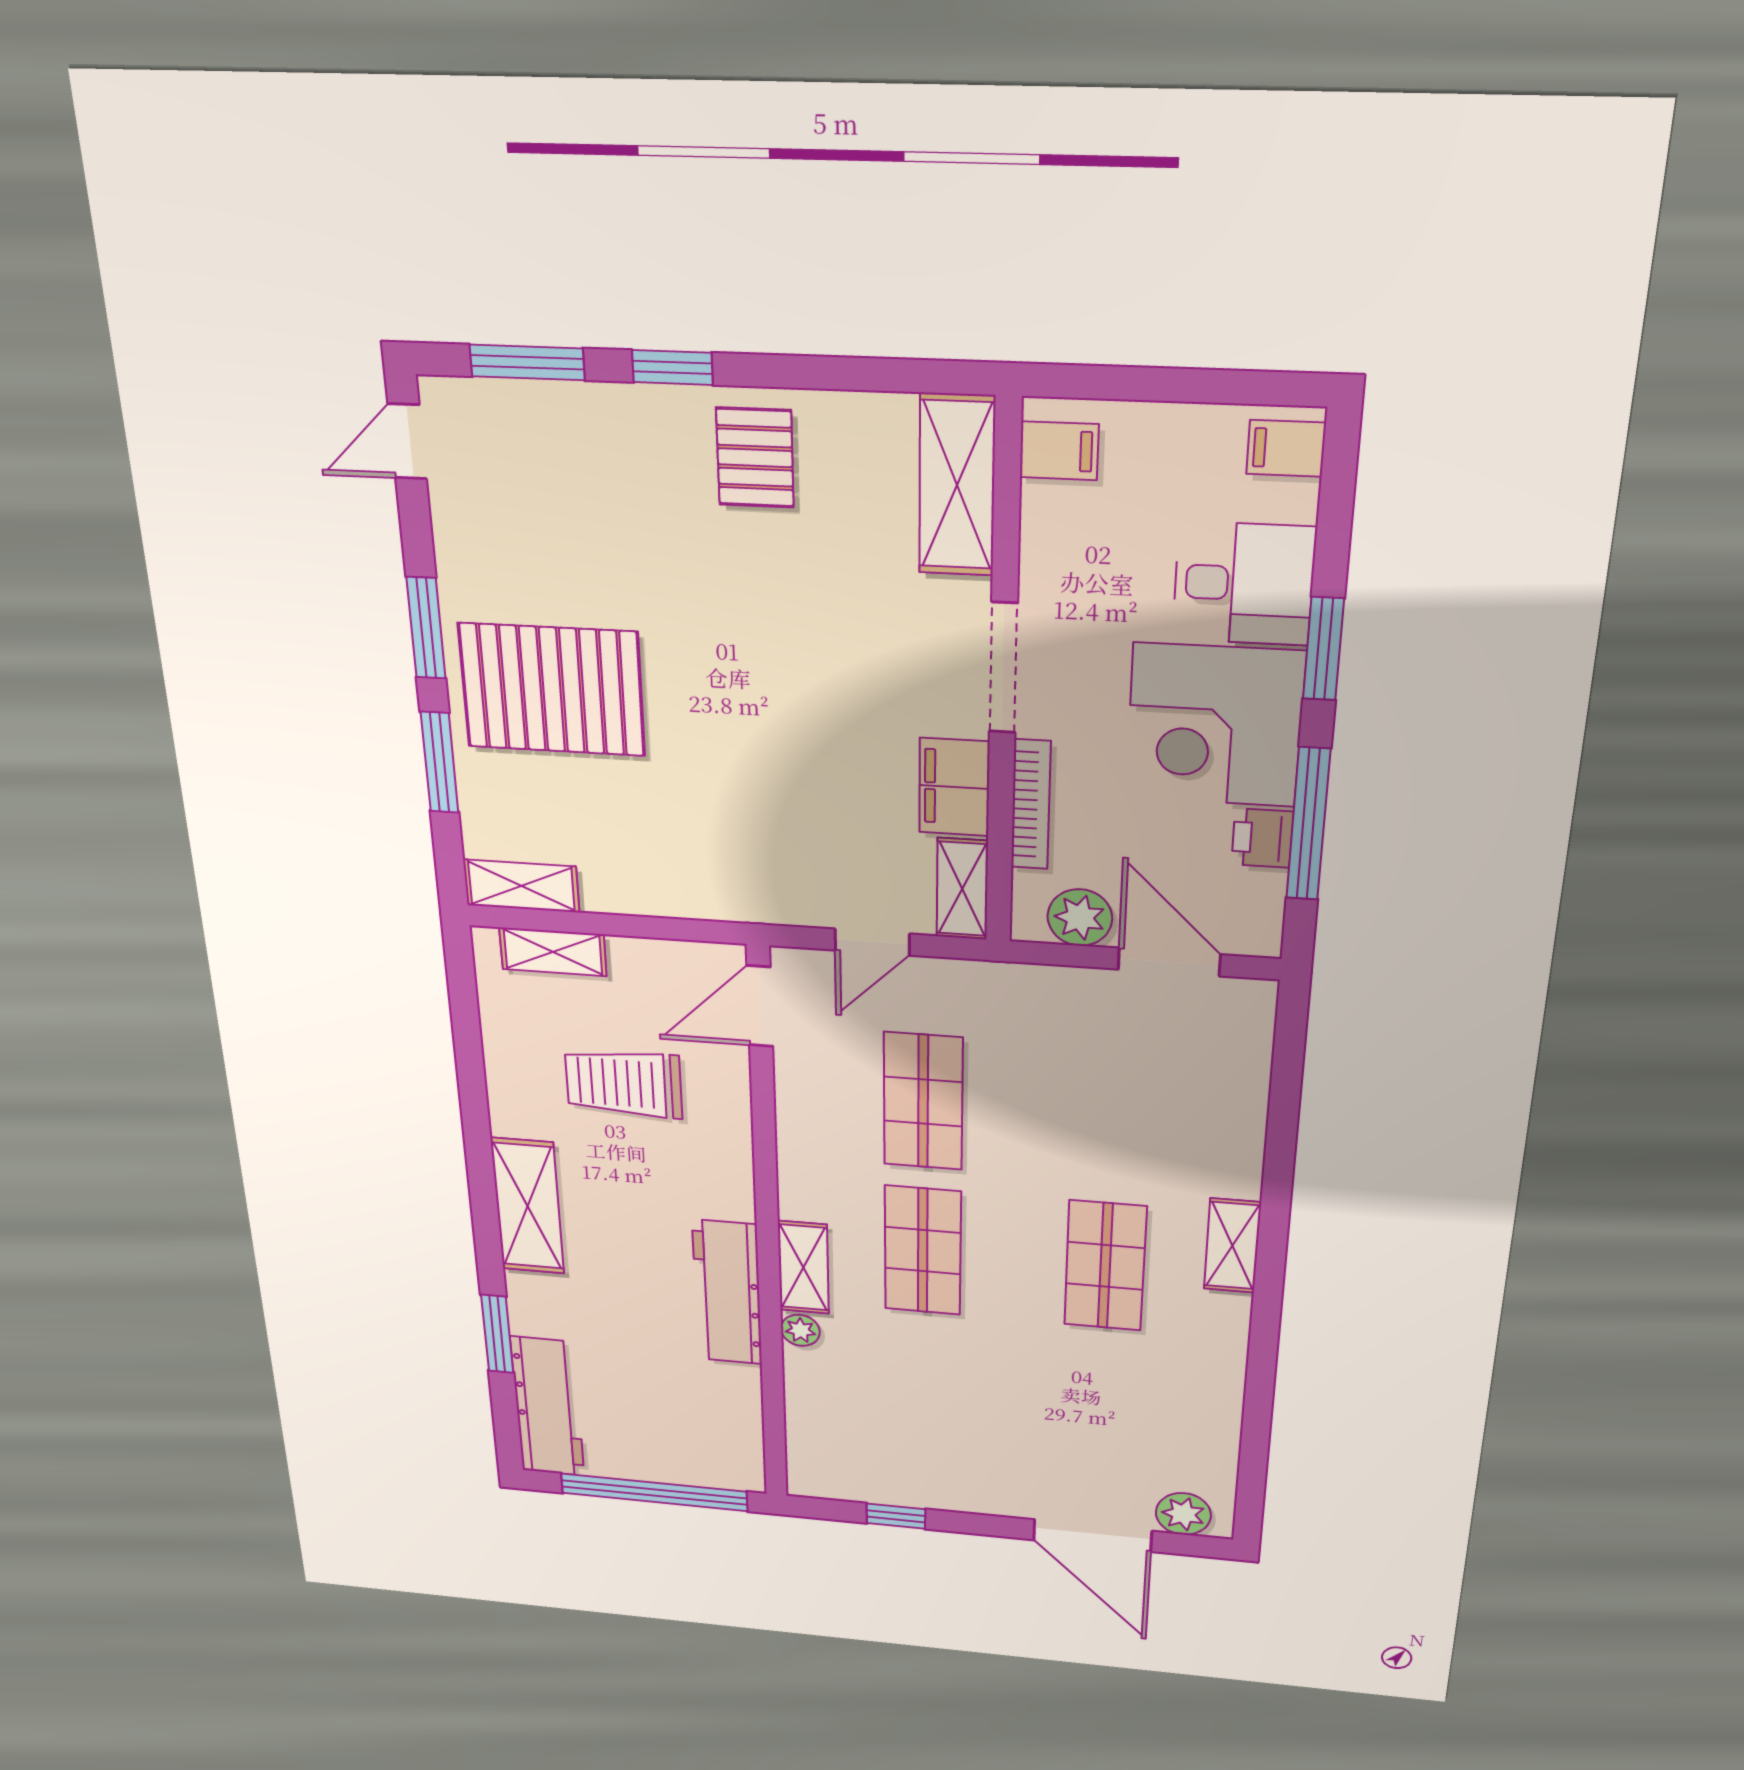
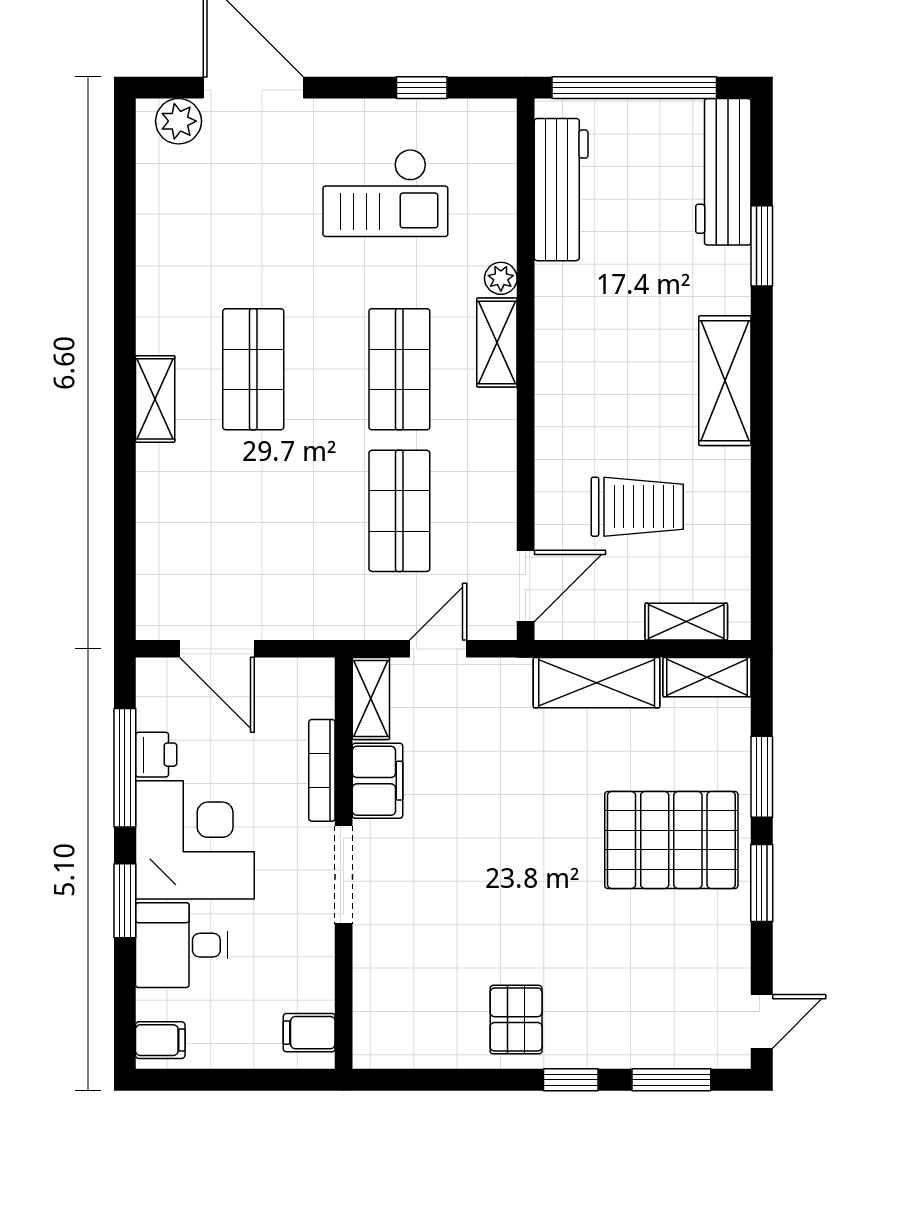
shelving: (957, 485) -> (597, 683), moved, turned 90
plant: (1080, 917) -> (284, 681), removed
workbench: (727, 1293) -> (561, 190), moved
checkout: (939, 1424) -> (385, 193), added

